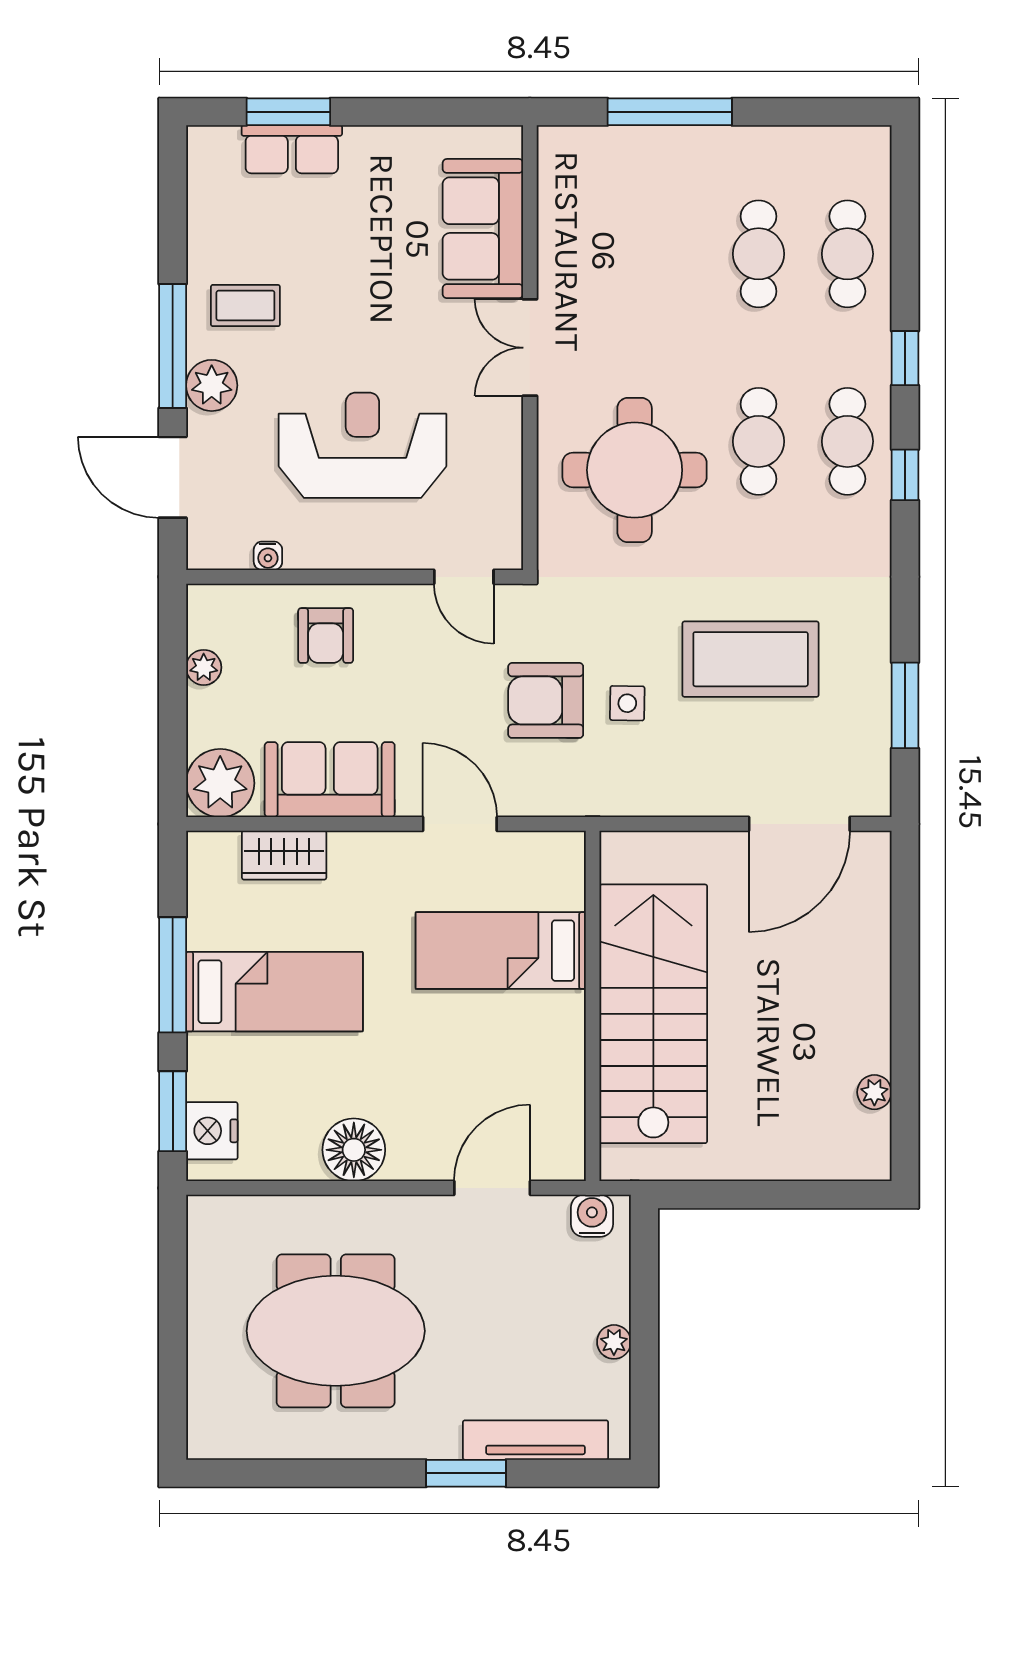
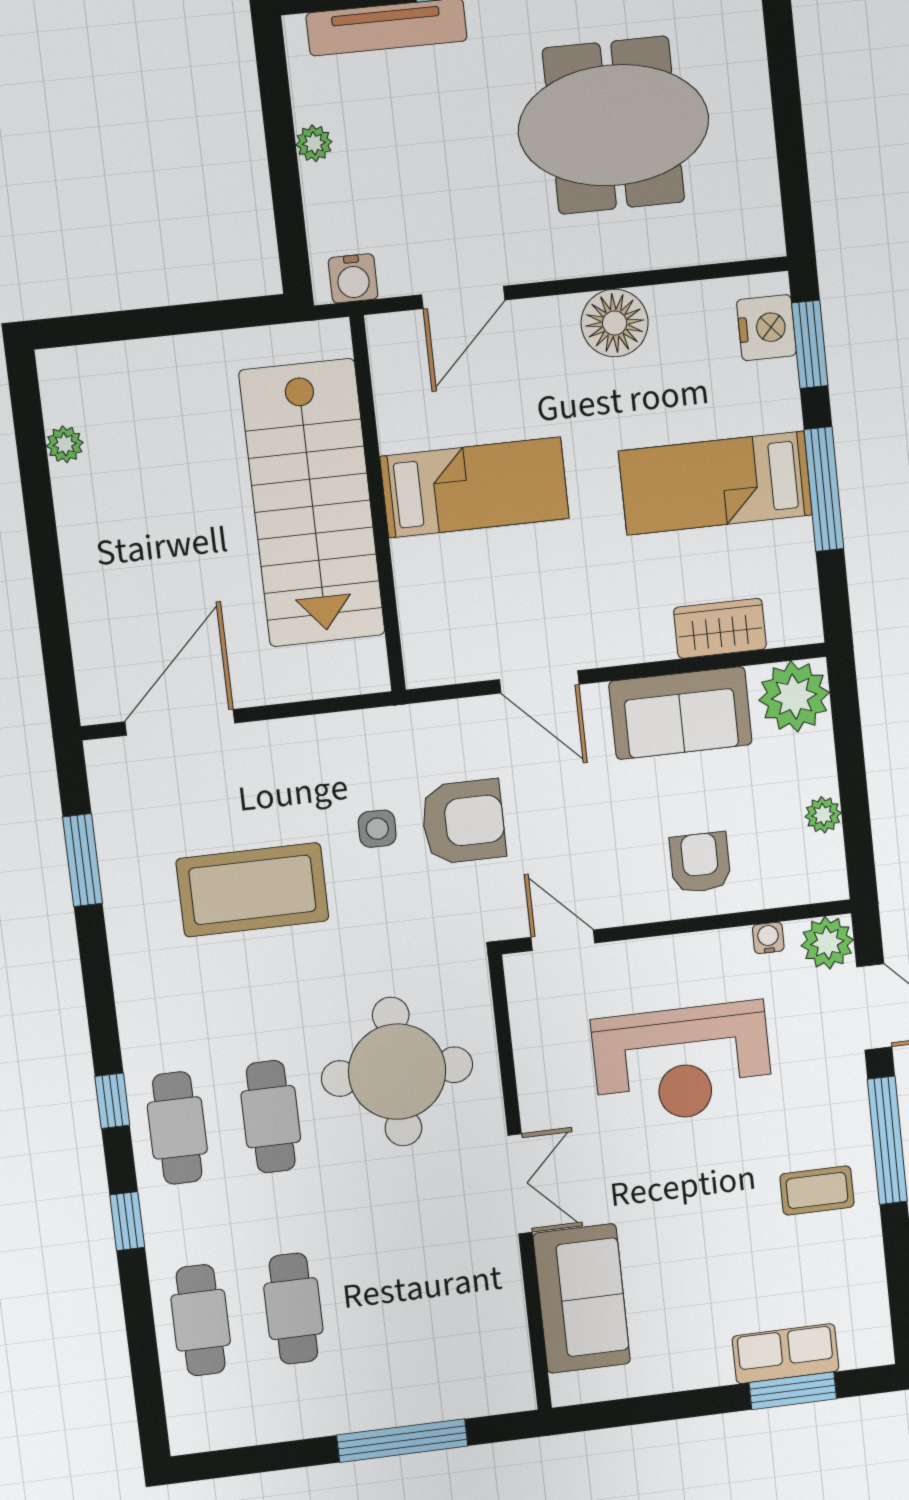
plant: (212, 385) -> (827, 943), moved
bed: (501, 951) -> (475, 487), moved

